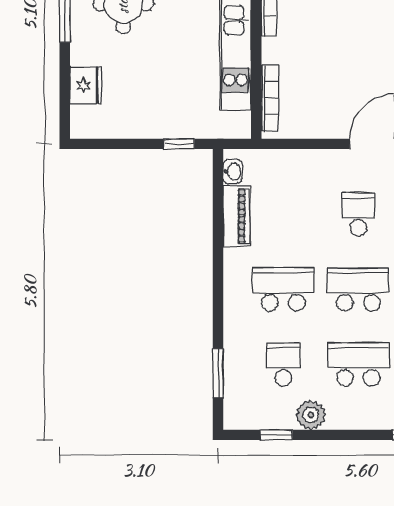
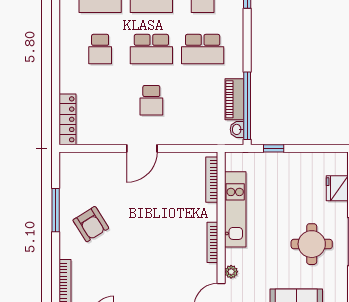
window: (218, 206) -> (247, 106), added

